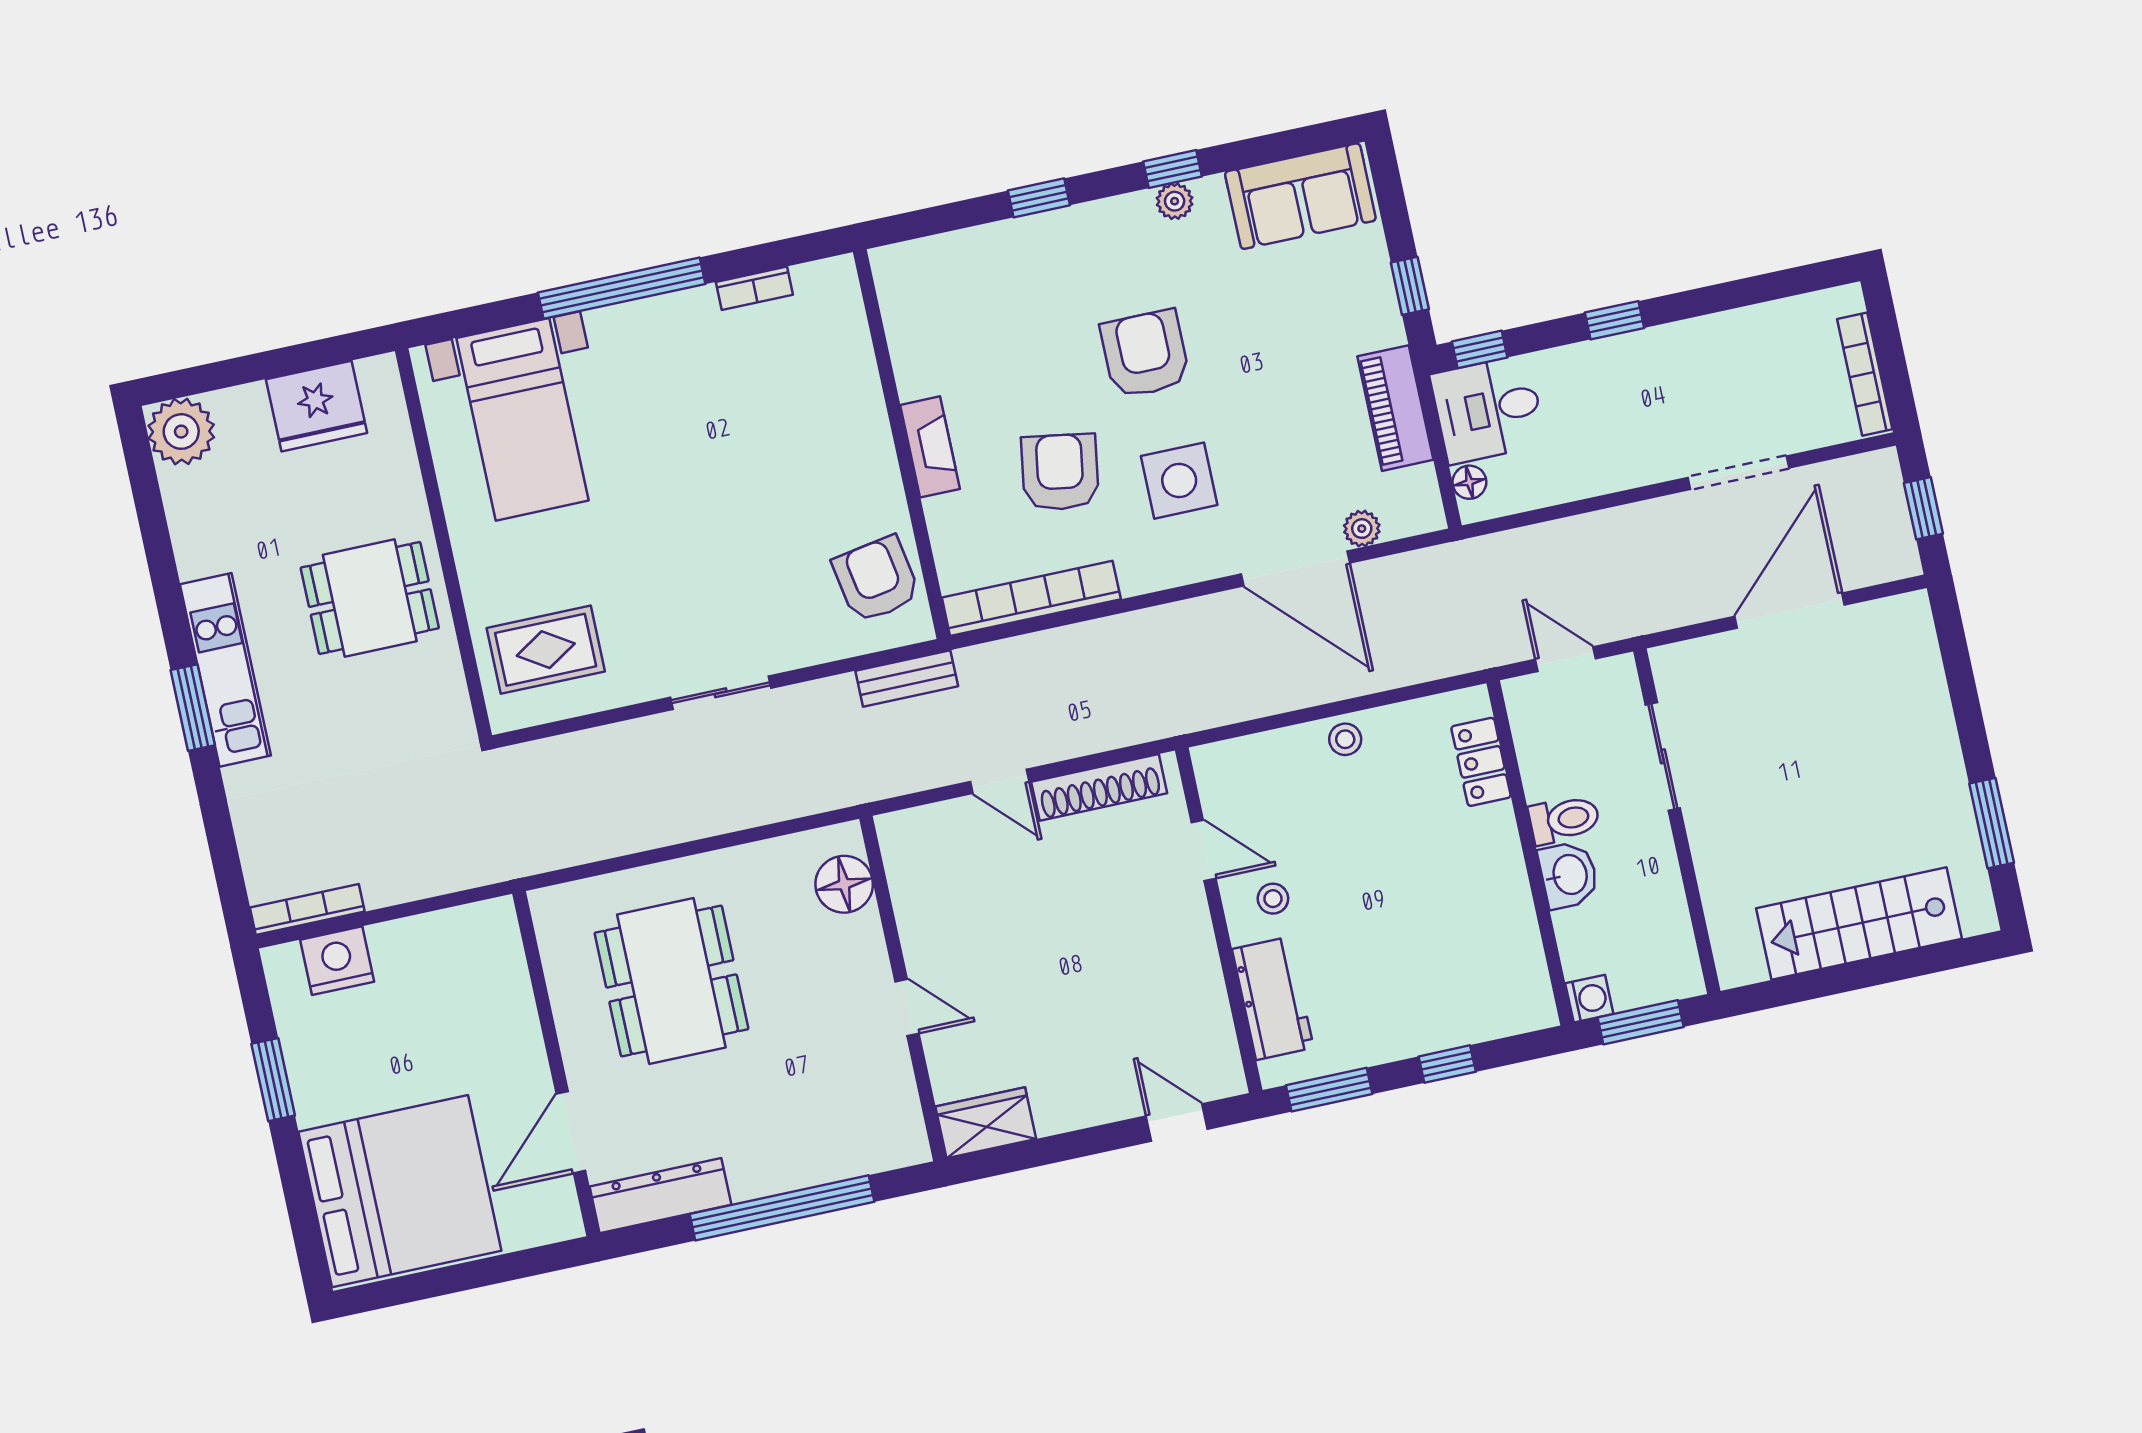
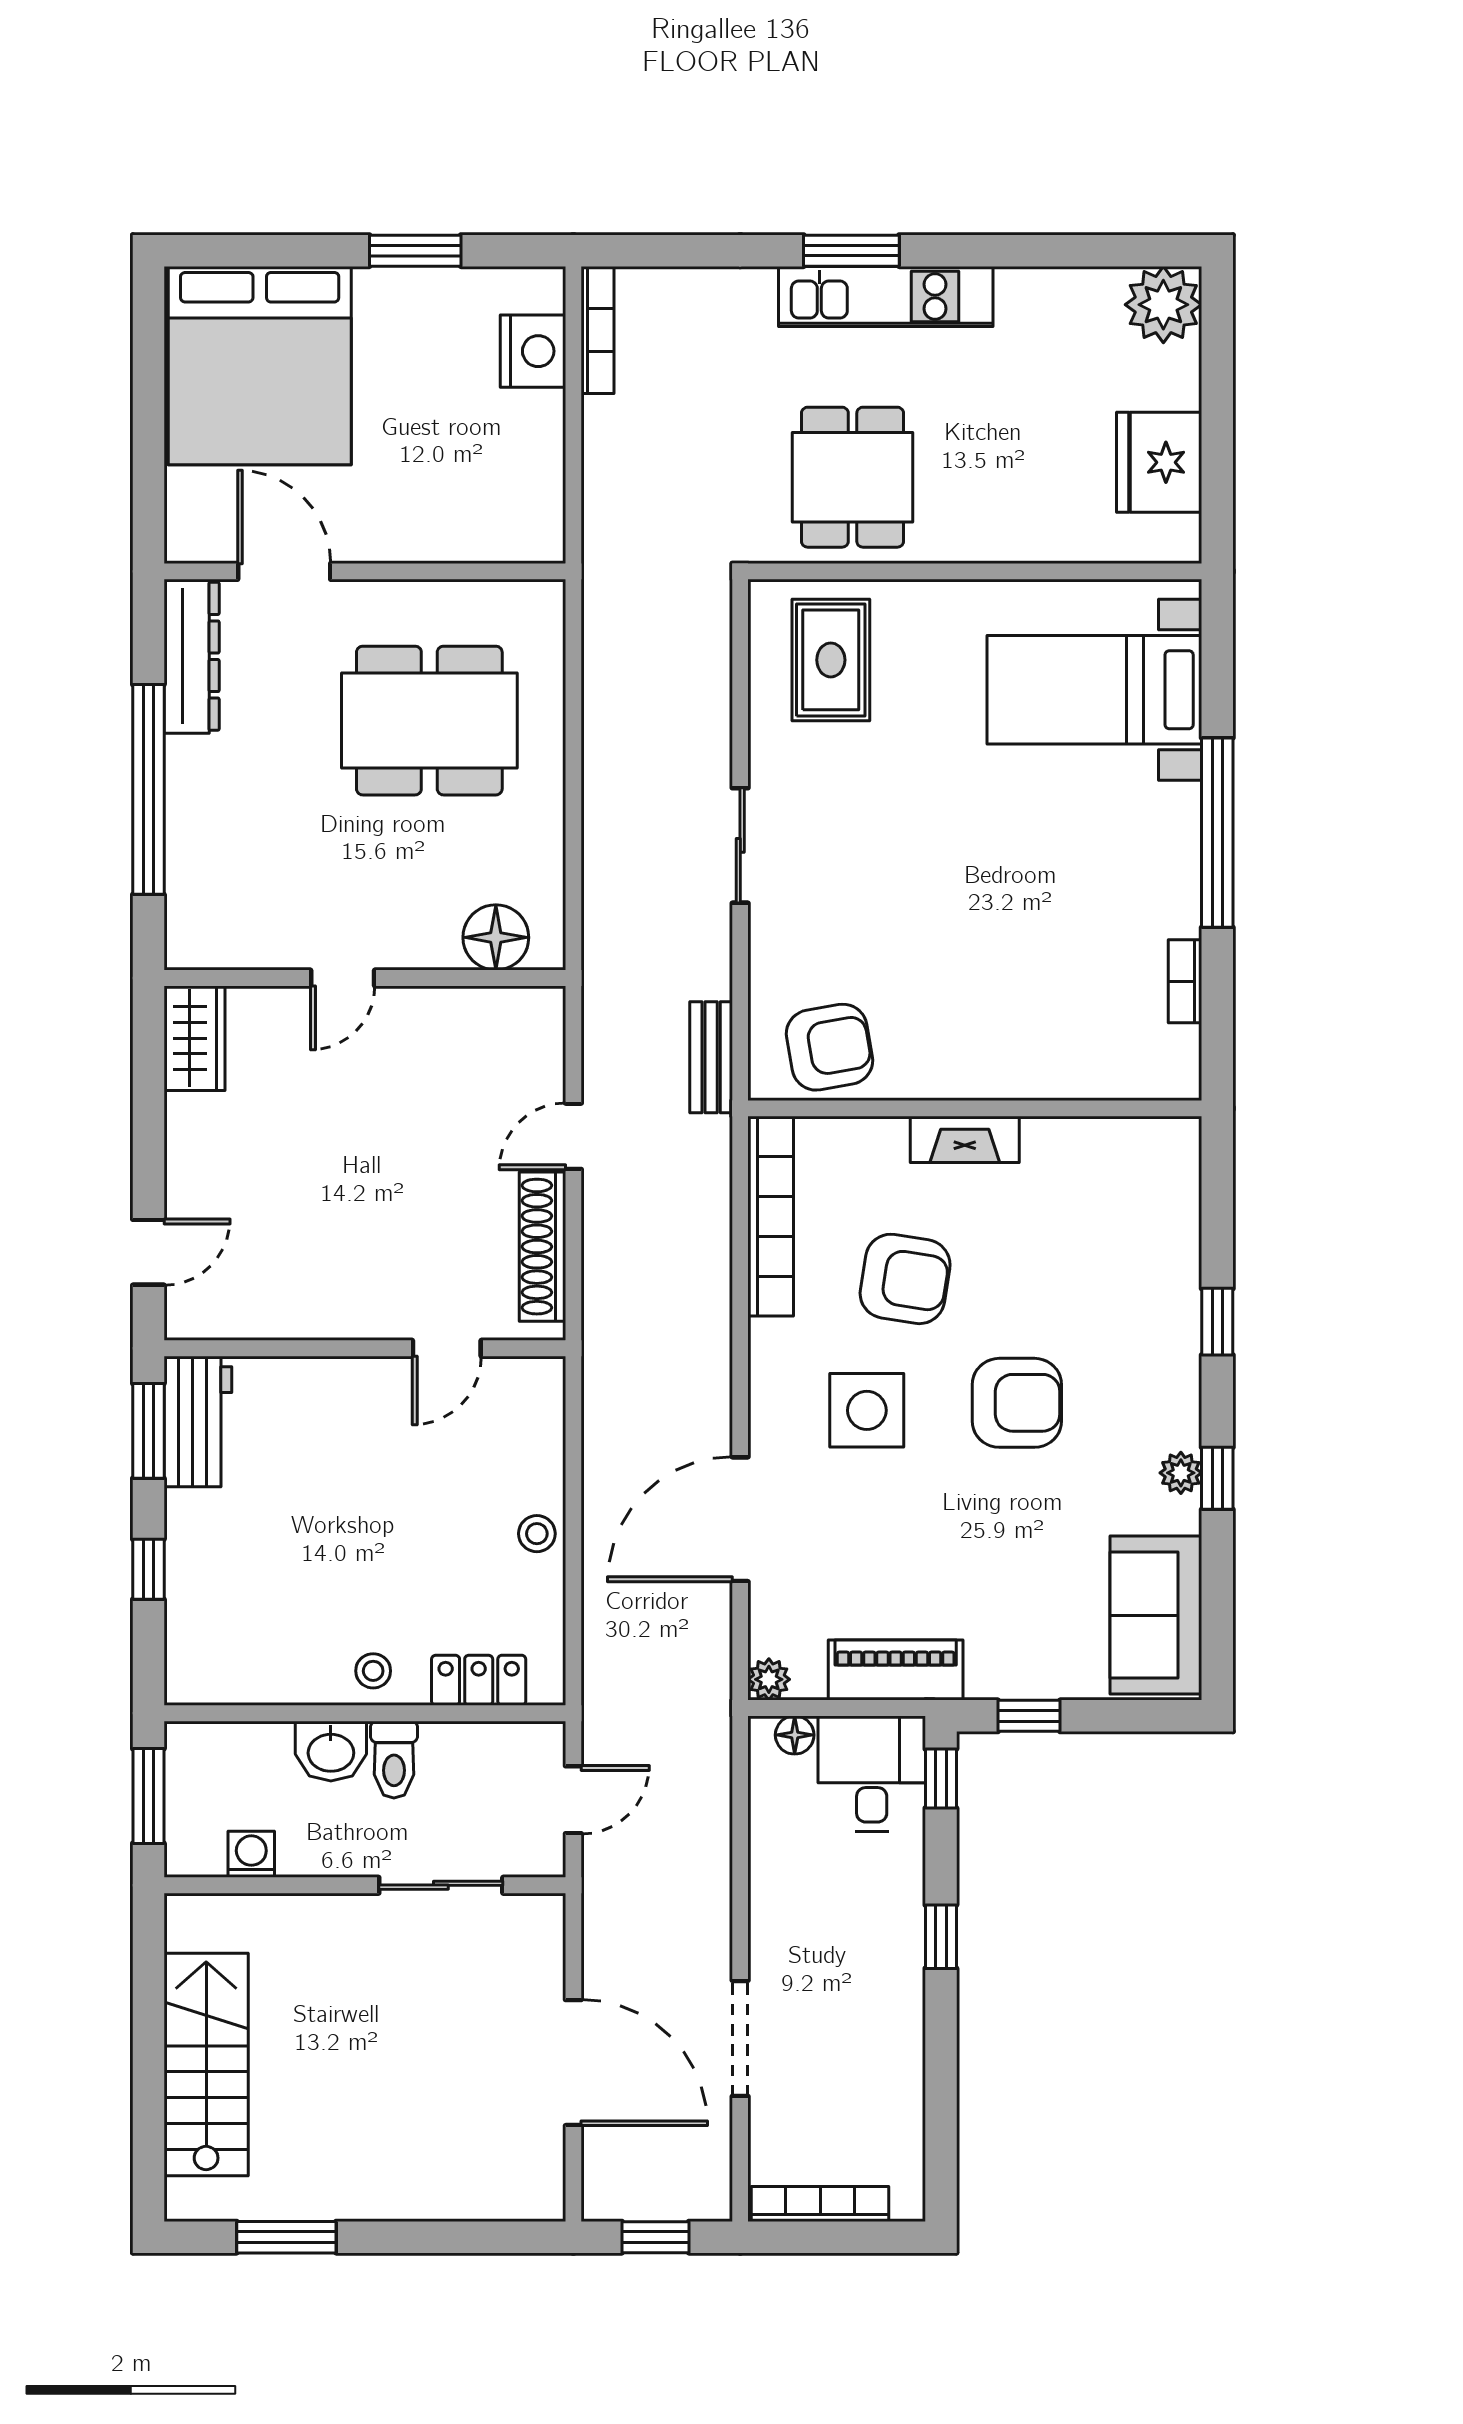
plant: (1362, 529) -> (769, 1679), moved
dining table: (370, 598) -> (853, 477), moved
stool: (1273, 899) -> (373, 1671), moved
workbench: (1273, 998) -> (198, 1421), moved, turned -90
washing machine: (1589, 999) -> (251, 1854), moved, turned 180

